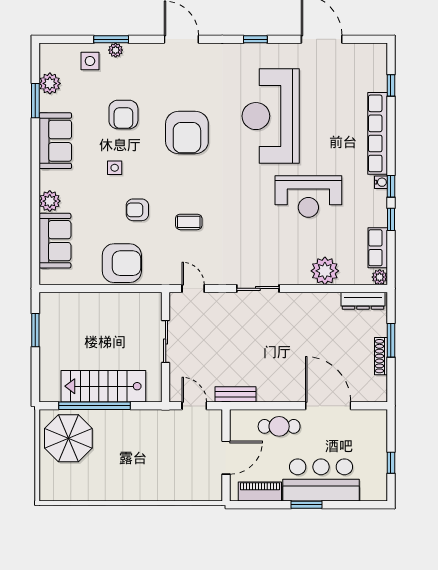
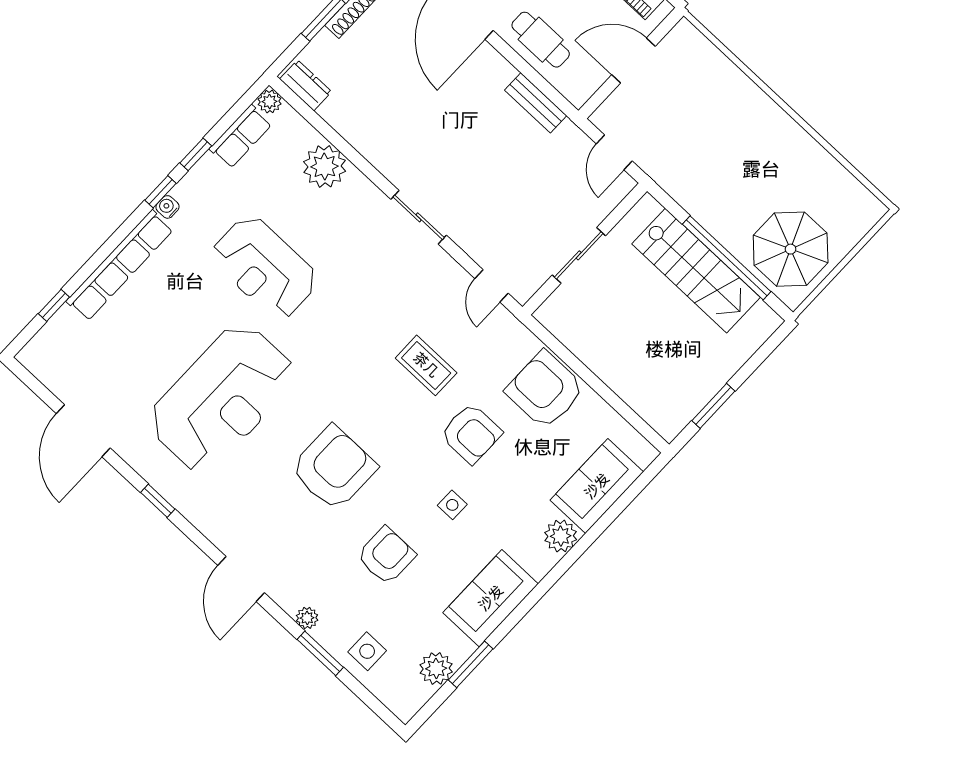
plant: (116, 50) -> (307, 618), moved
reception desk: (308, 197) -> (264, 268), turned 180
armchair: (137, 210) -> (471, 433), width x1.38, depth x1.38
coffee table: (189, 222) -> (426, 365), width x1.36, depth x1.30
dresser: (363, 301) -> (306, 85), width x0.70
bench: (235, 394) -> (536, 103), moved

